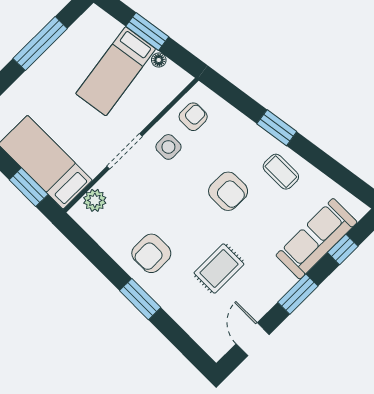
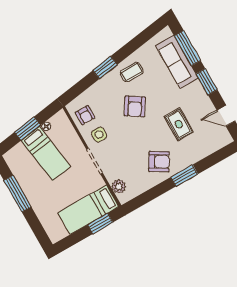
armchair: (193, 117) -> (85, 115), turned 180
armchair: (228, 191) -> (135, 106), turned 123
window: (343, 249) -> (187, 48), width x2.17
armchair: (151, 253) -> (159, 162), turned -59

